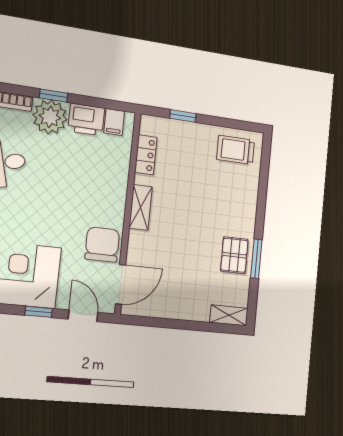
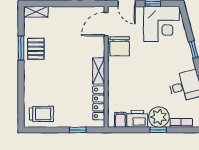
locker: (146, 155) -> (99, 103), width x1.53

